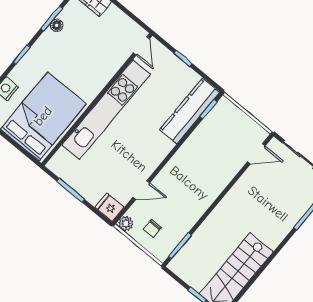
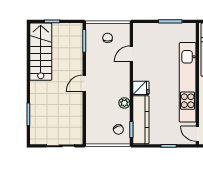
chair: (222, 121) -> (118, 129), added
door: (256, 154) -> (84, 83), moved
fridge: (109, 207) -> (141, 88), moved
plant: (126, 224) -> (124, 103), moved

